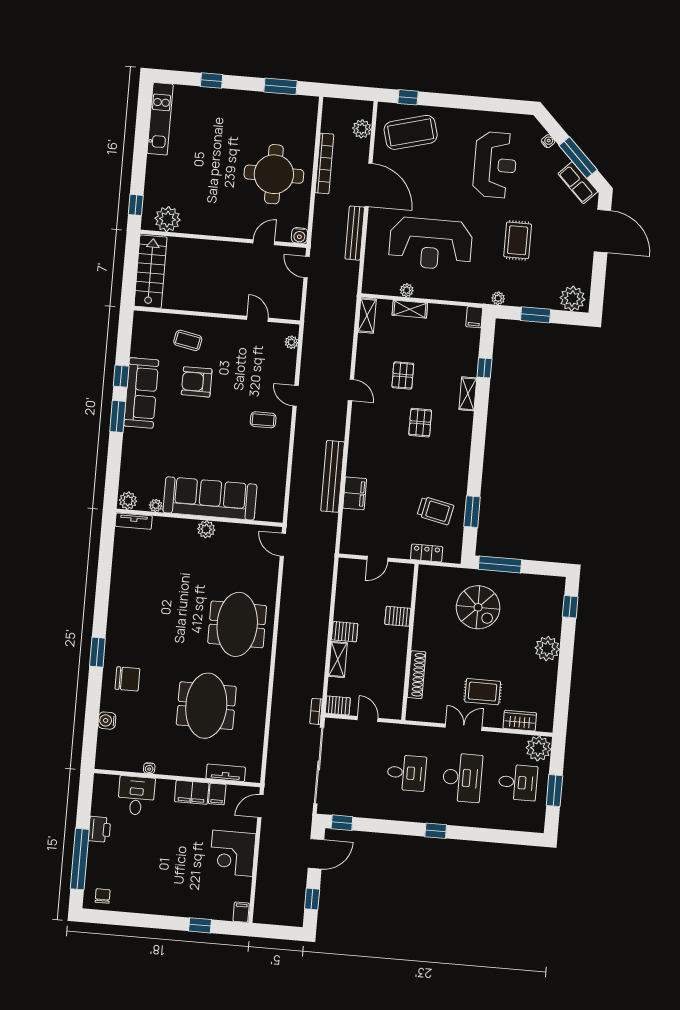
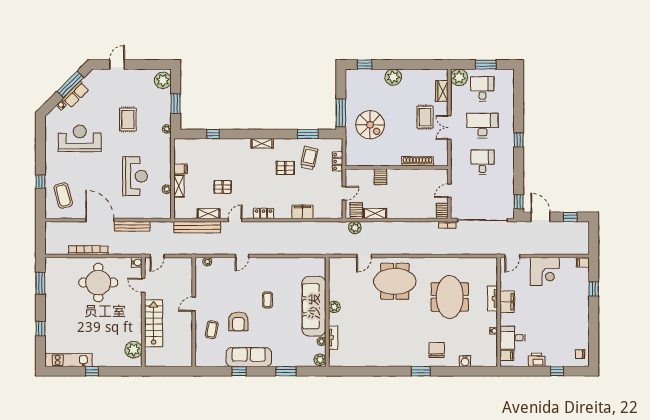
window: (408, 97) -> (40, 182), moved
plant: (362, 129) -> (355, 228), moved
coffee table: (411, 132) -> (63, 195), width x0.73, depth x0.76
row of seats: (578, 183) -> (76, 94), moved
door: (369, 185) -> (100, 220), hinge flipped
window: (136, 205) -> (92, 371), moved
door: (602, 231) -> (117, 65), width x0.53
rug: (518, 240) -> (128, 119), turned 90
reception desk: (431, 244) -> (135, 176), width x0.74, depth x0.77
stairs: (151, 272) -> (154, 323), moved, turned 90
shelving: (367, 316) -> (209, 214), moved
filing cabinet: (474, 317) -> (181, 169), moved
door: (258, 319) -> (194, 304), moved
shelving: (468, 394) -> (262, 143), moved
window: (118, 416) -> (286, 371), moved
coffee table: (263, 420) -> (267, 300), moved
pallet: (420, 423) -> (285, 168), moved
locker: (357, 434) -> (264, 213), added
bench: (333, 476) -> (197, 227), moved
tv unit: (134, 521) -> (333, 338), moved
door: (283, 545) -> (364, 256), moved
door: (377, 559) -> (344, 193), hinge flipped
spiral stairs: (478, 607) -> (370, 125), turned 90
server rack: (345, 632) -> (356, 211), moved
shelving: (338, 659) -> (375, 214), moved
meeting table: (206, 706) -> (450, 297), turned 90
tv unit: (226, 773) -> (492, 298), moved
filing cabinet: (217, 794) -> (507, 355), moved
door: (260, 806) -> (512, 256), hinge flipped
window: (80, 859) -> (557, 371), width x0.32

